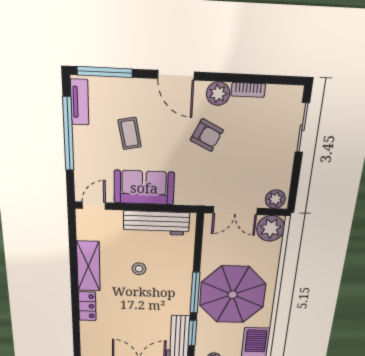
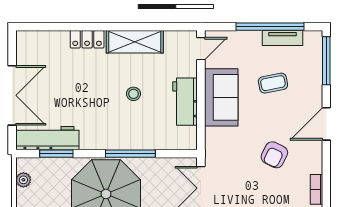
plant: (218, 94) -> (312, 163), removed
tv unit: (80, 102) -> (282, 38), moved
door: (94, 206) -> (201, 49), hinge flipped
workbench: (156, 223) -> (185, 102), width x0.73
window: (195, 293) -> (130, 154), moved

